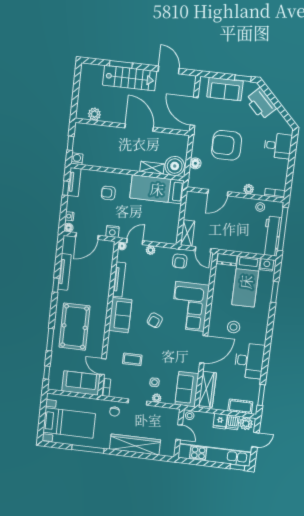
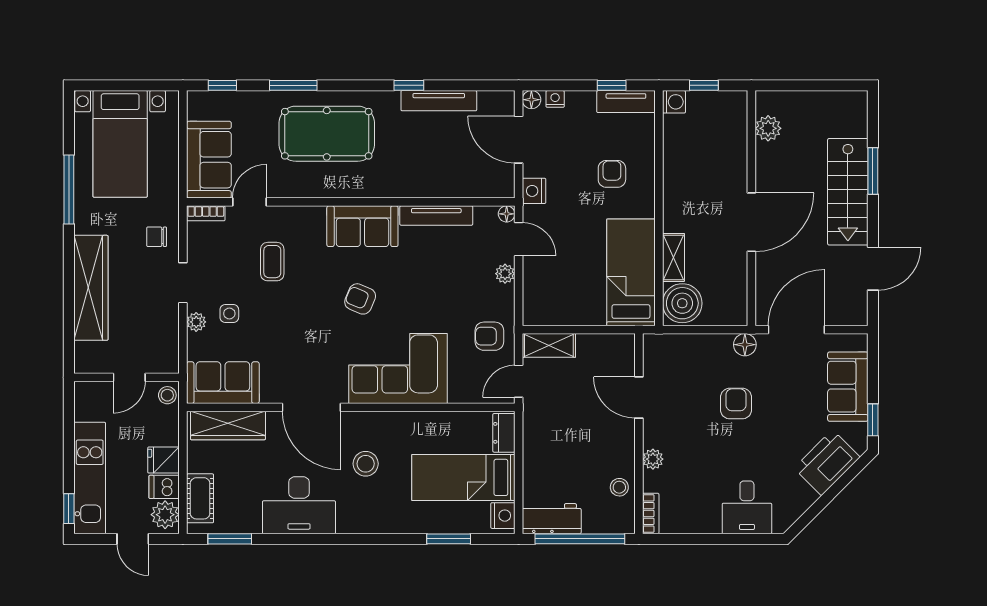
armchair: (227, 145) -> (736, 404), width x0.53, depth x0.53
floor lamp: (195, 163) -> (745, 345), moved
workbench: (272, 236) -> (552, 519), width x0.73
kitchen unit: (215, 455) -> (90, 478), width x0.73

